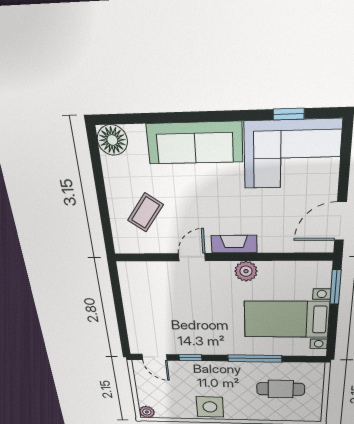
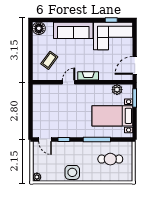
plant: (246, 271) -> (117, 90), moved

